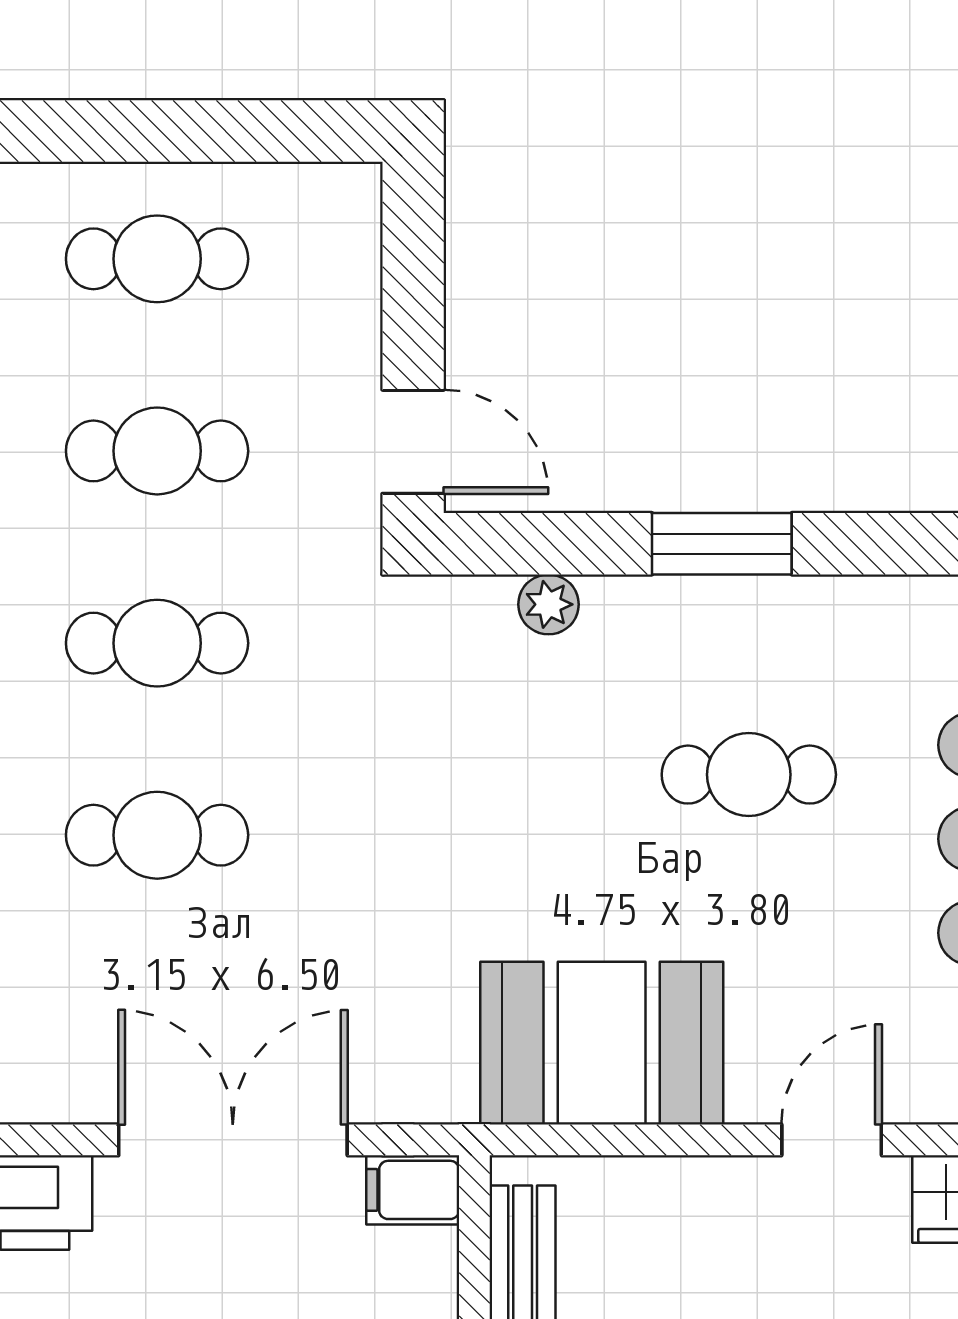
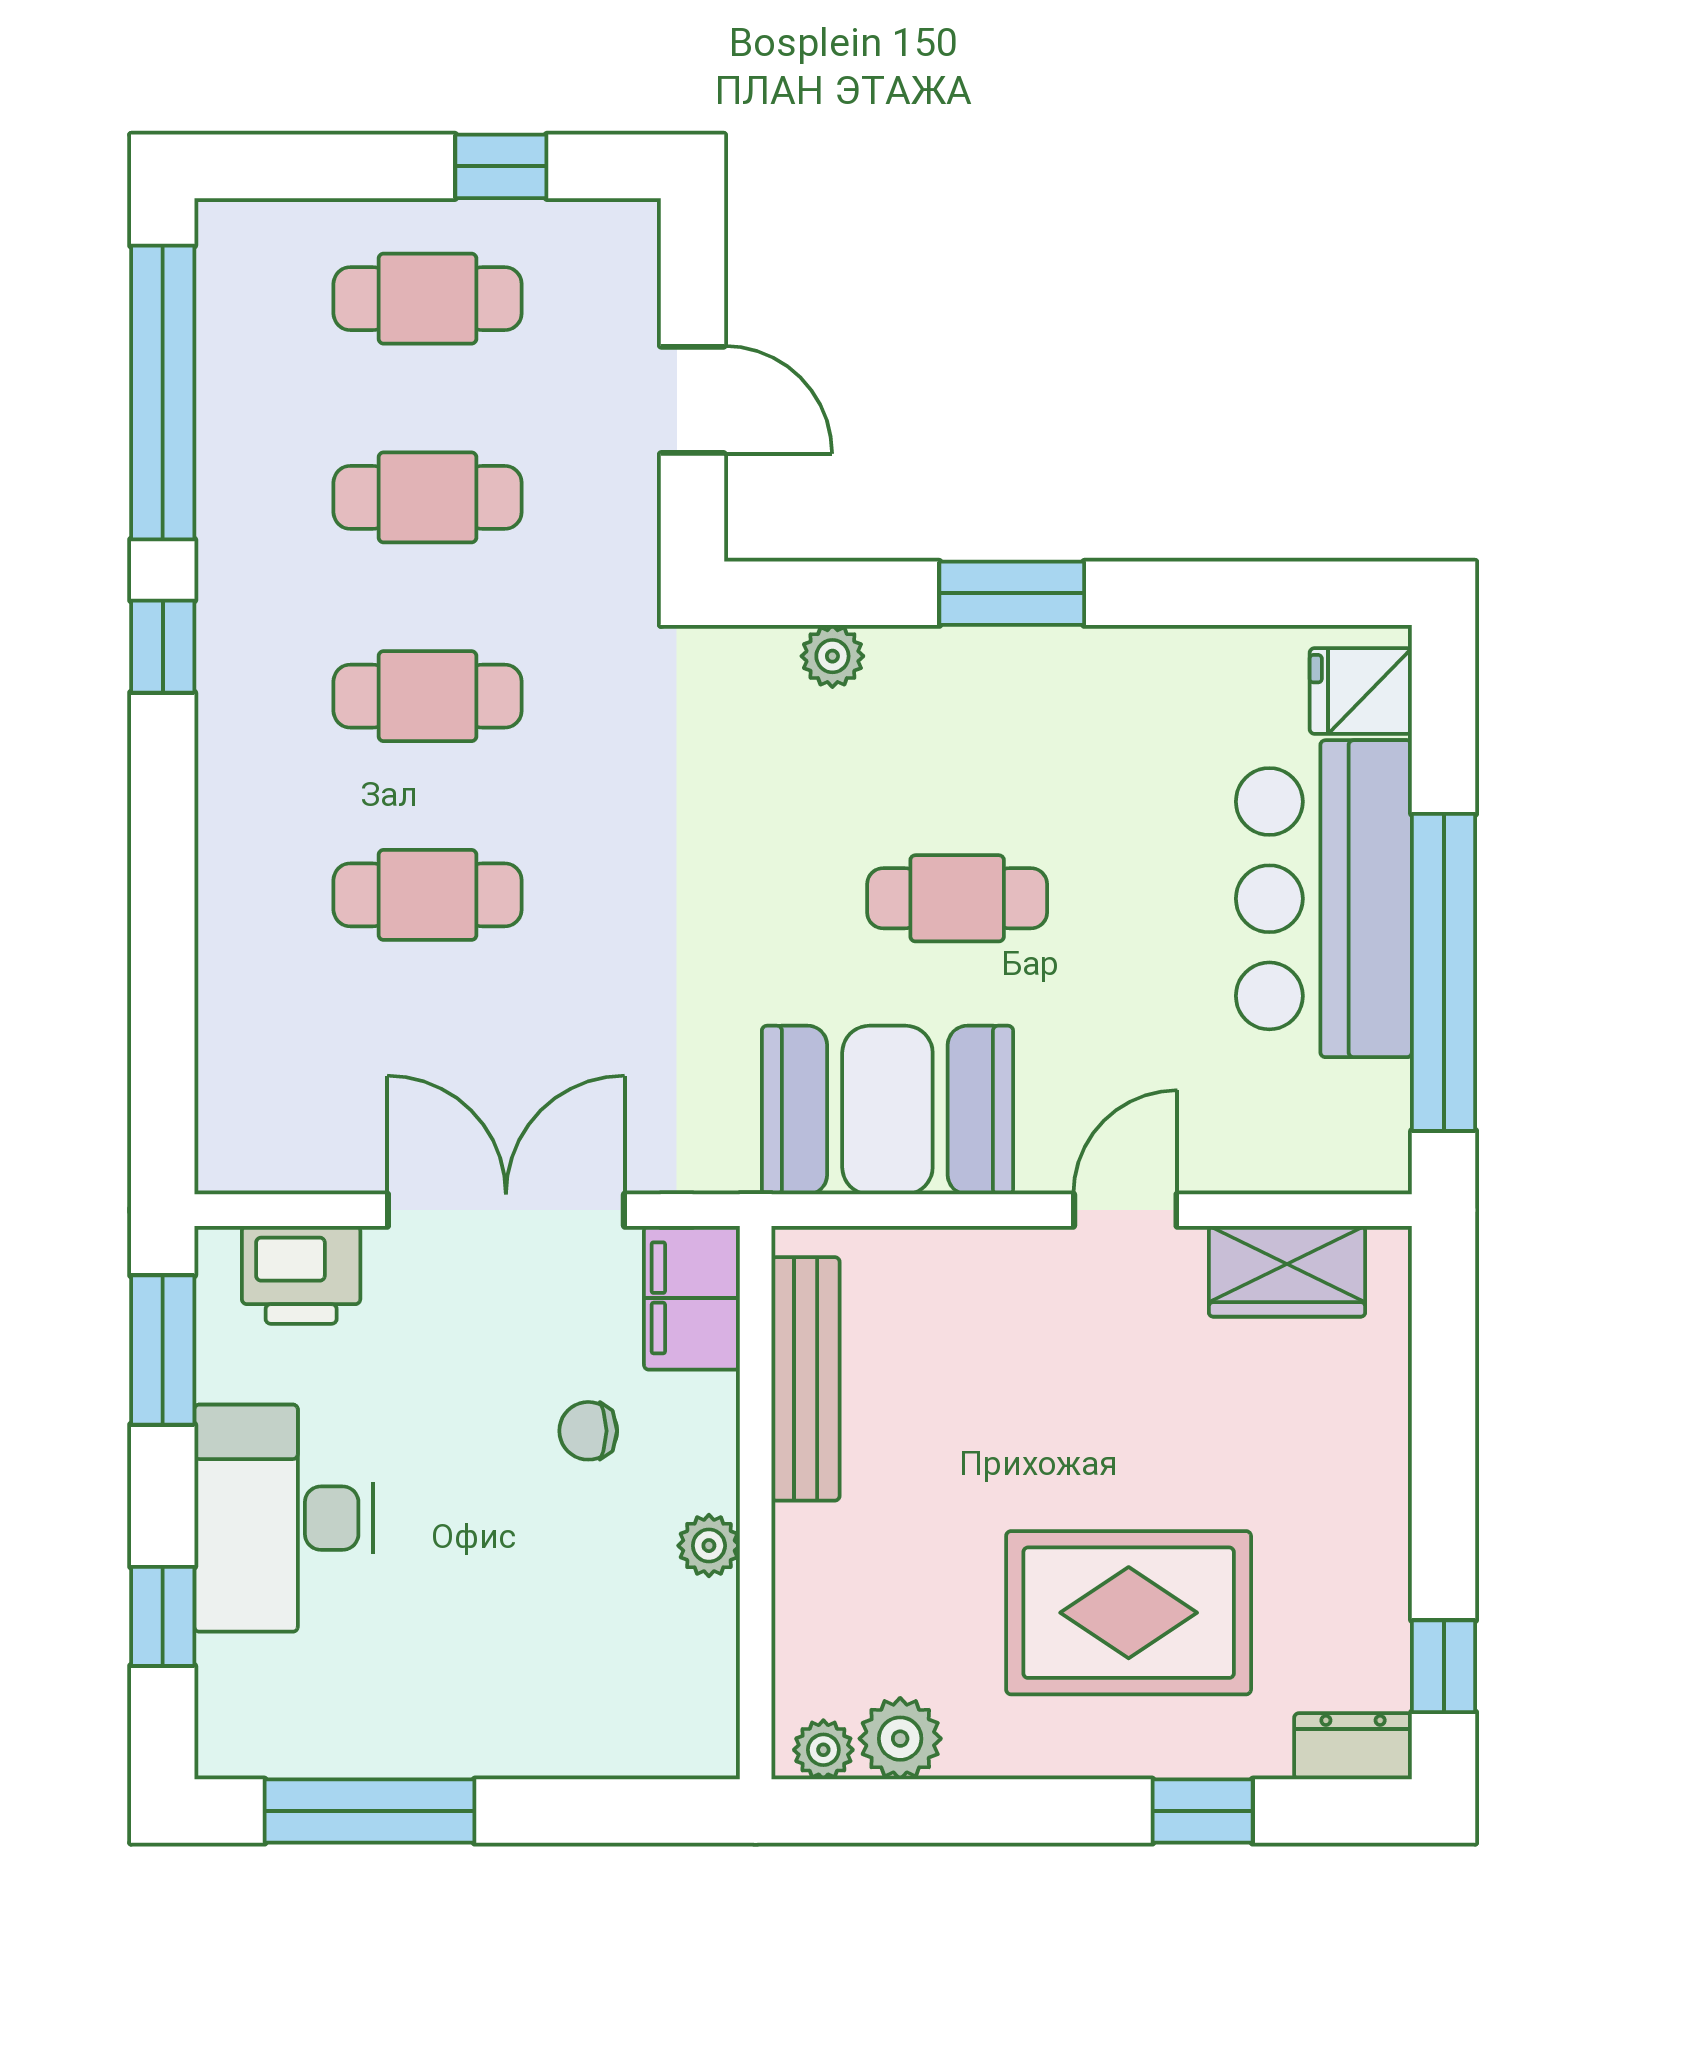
window: (228, 131) -> (501, 166), added
door: (413, 442) -> (692, 400), moved
cafe table: (749, 775) -> (957, 898), moved
filing cabinet: (413, 1190) -> (692, 1298), width x2.00

